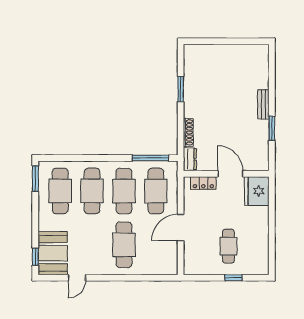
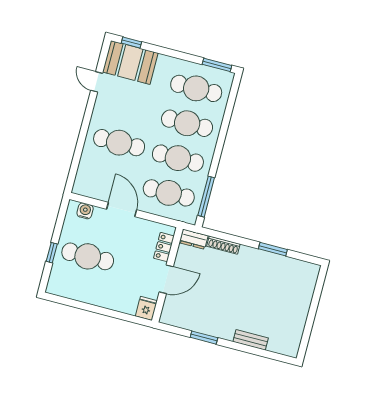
bench: (263, 104) -> (251, 340), moved
fridge: (257, 191) -> (146, 308), width x0.53, depth x0.75
cafe table: (228, 246) -> (88, 256), width x1.37, depth x1.35
water cooler: (190, 259) -> (85, 211), added

